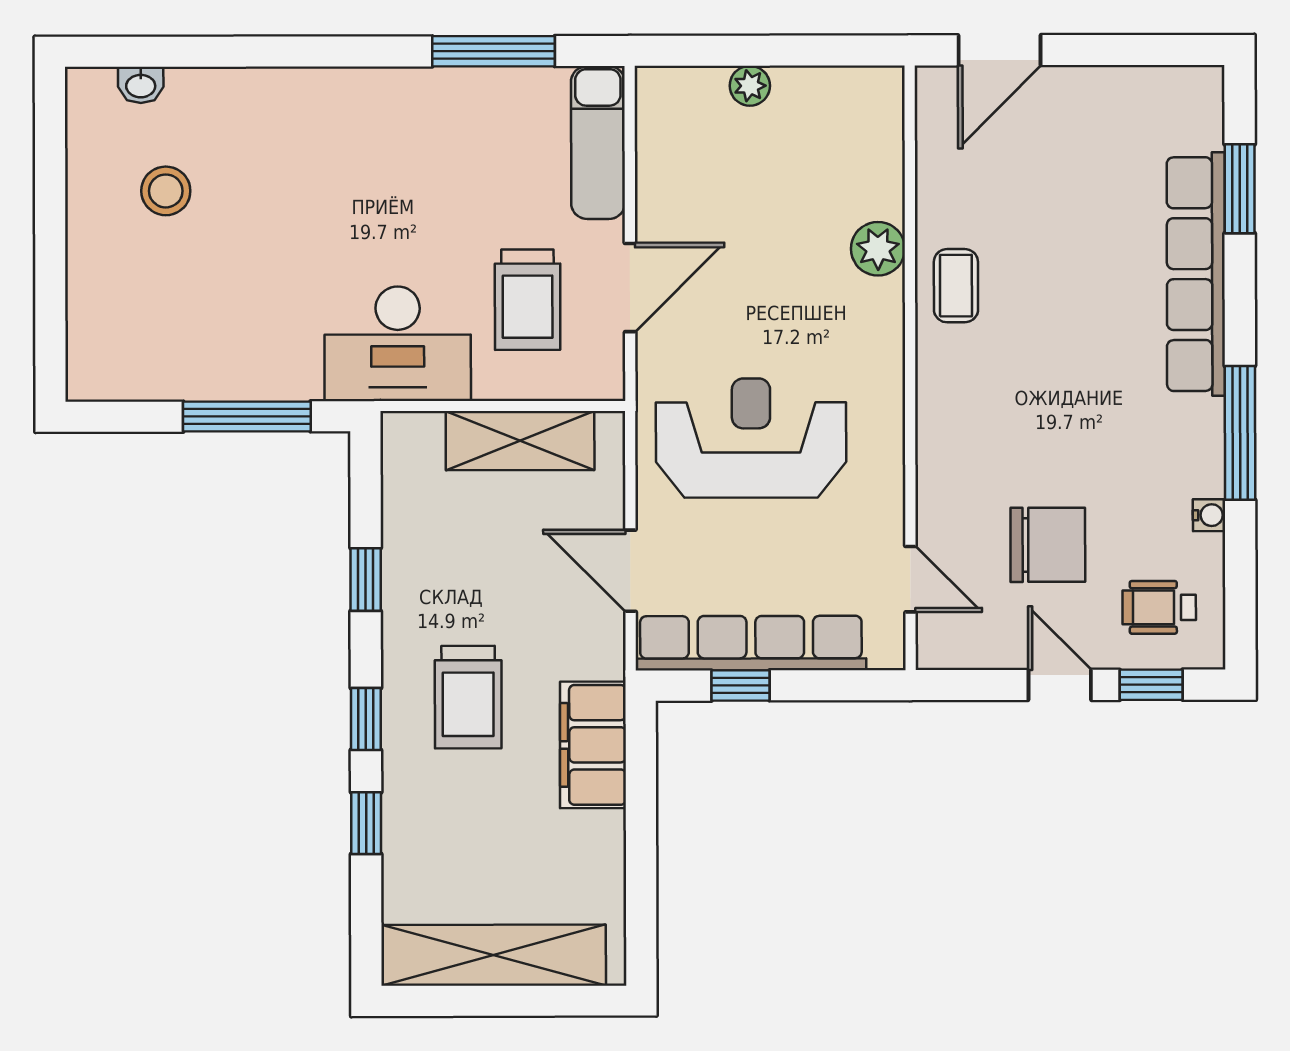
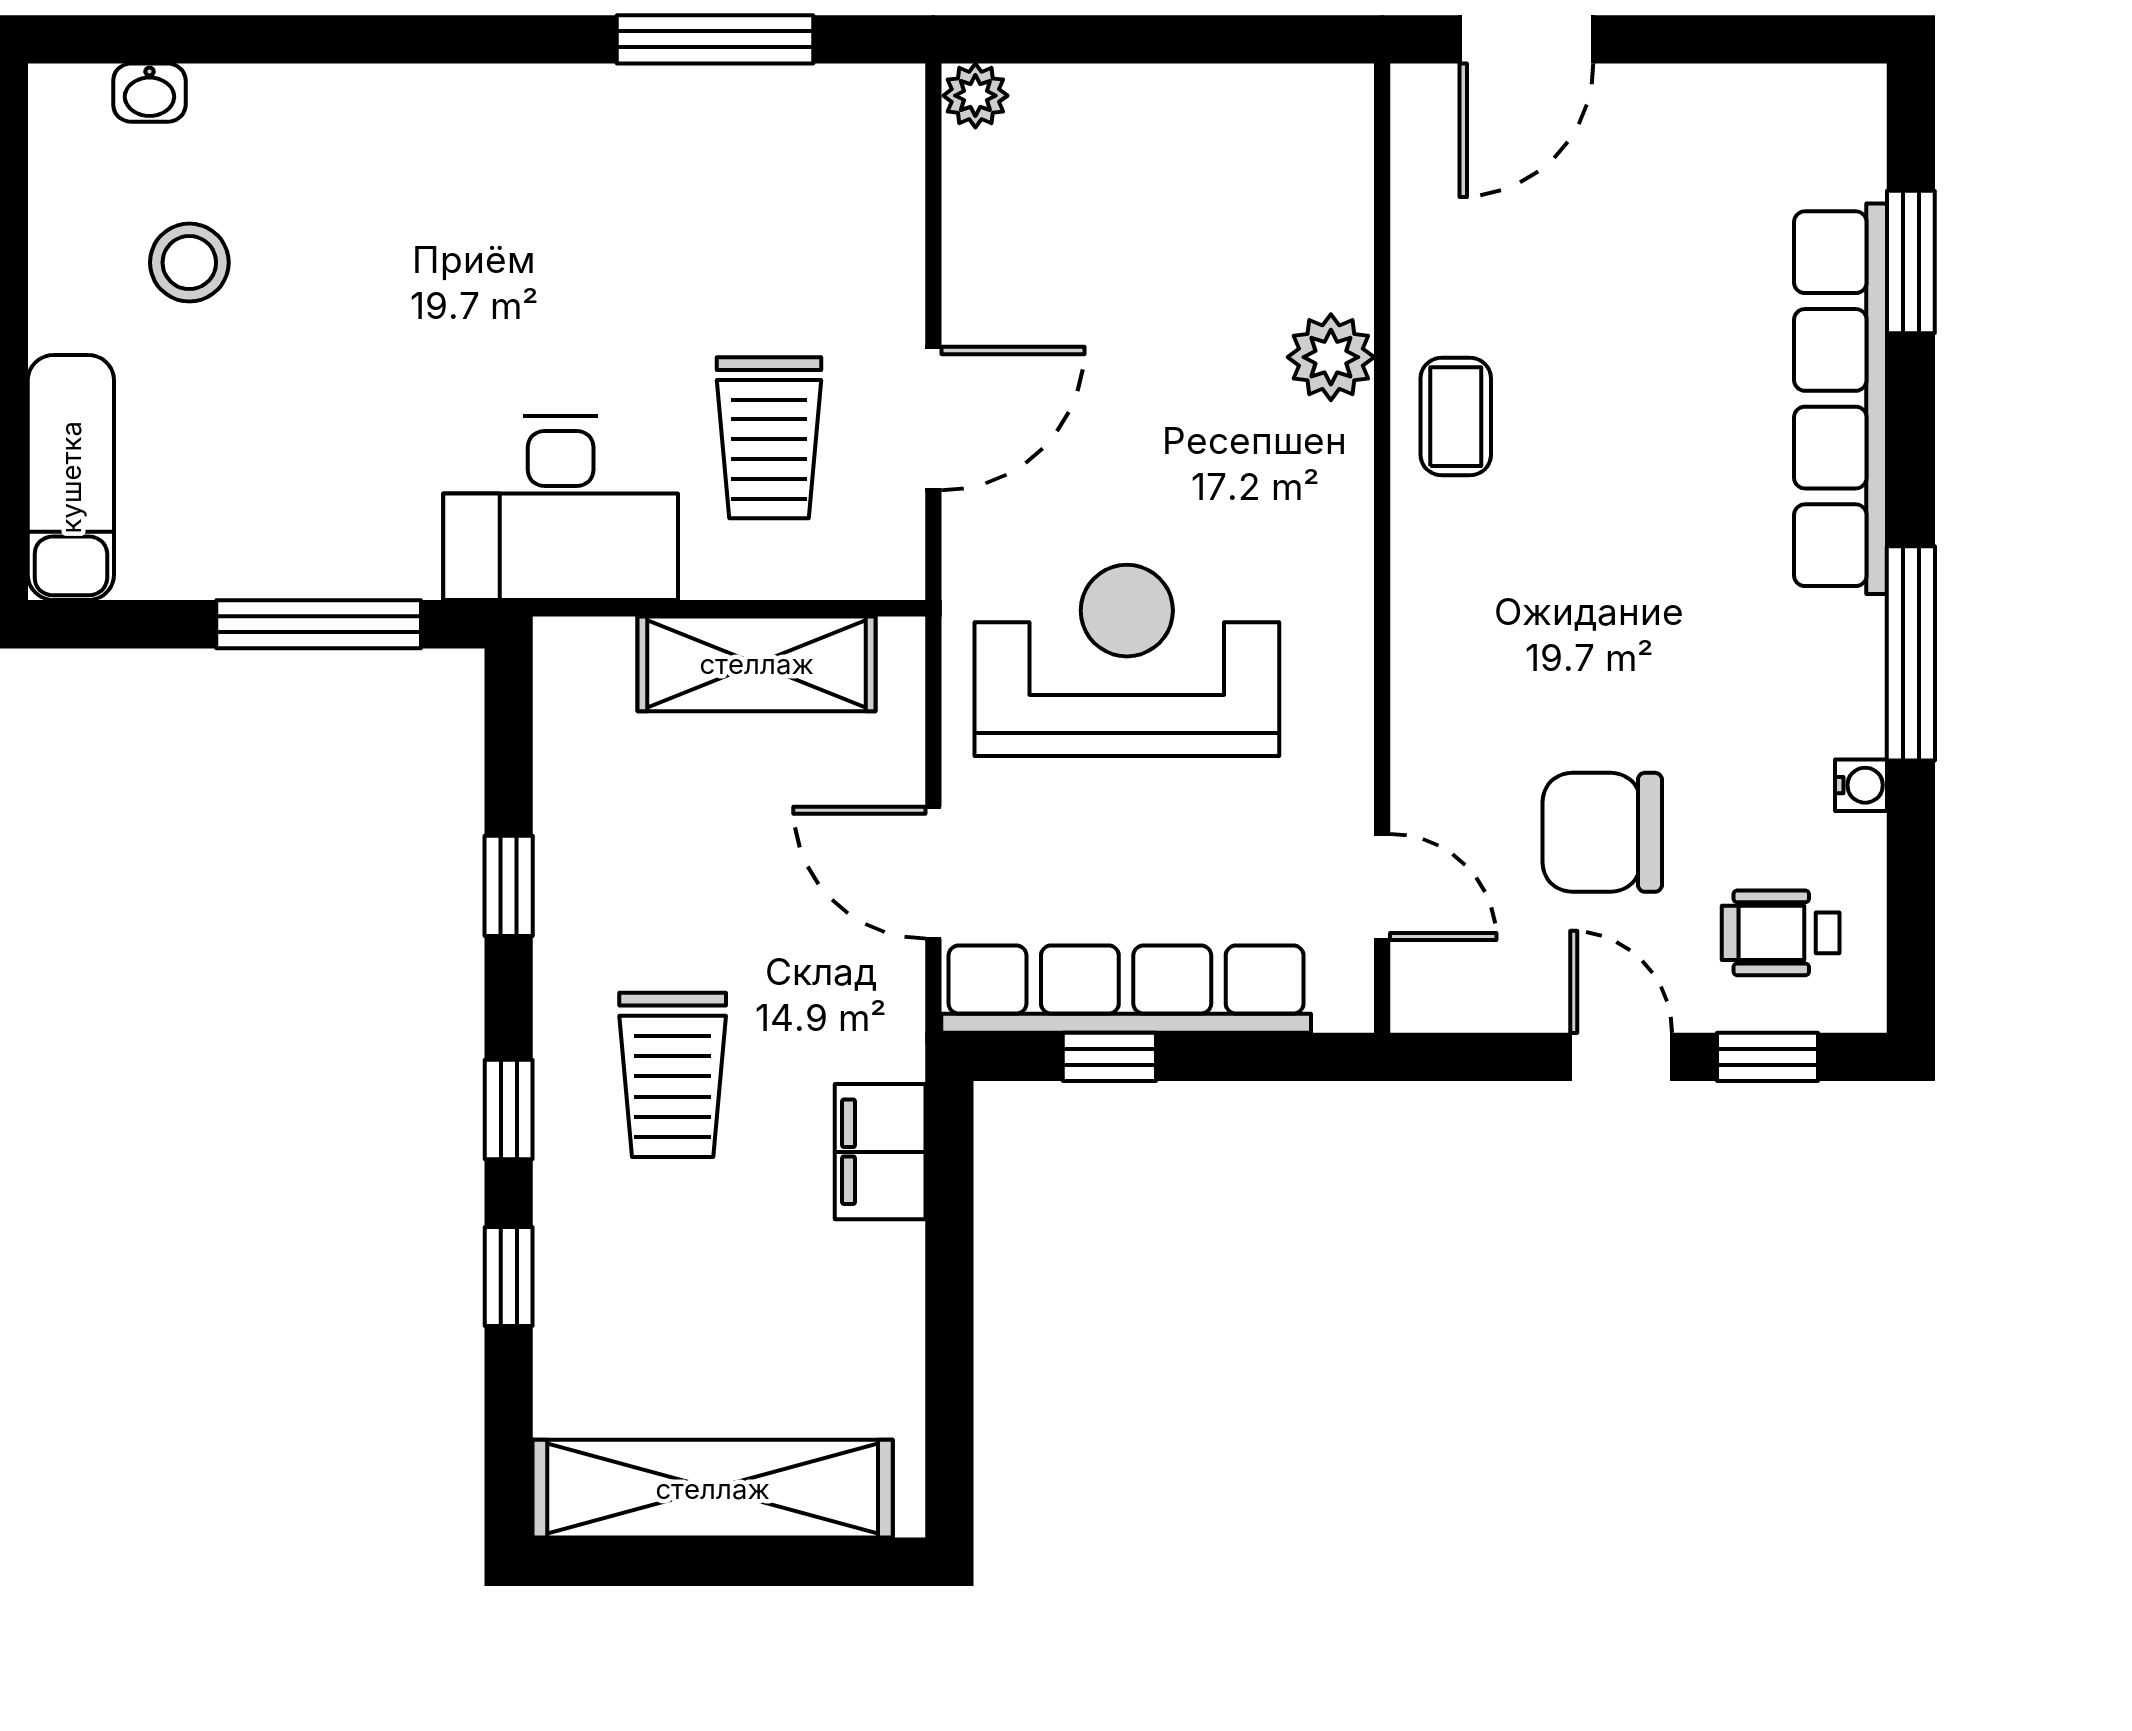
plant: (750, 86) -> (975, 96), moved
exam couch: (598, 143) -> (71, 477), moved, turned 180
chair: (1048, 545) -> (1602, 832), turned 180
filing cabinet: (593, 745) -> (880, 1152), width x0.67, depth x0.86

